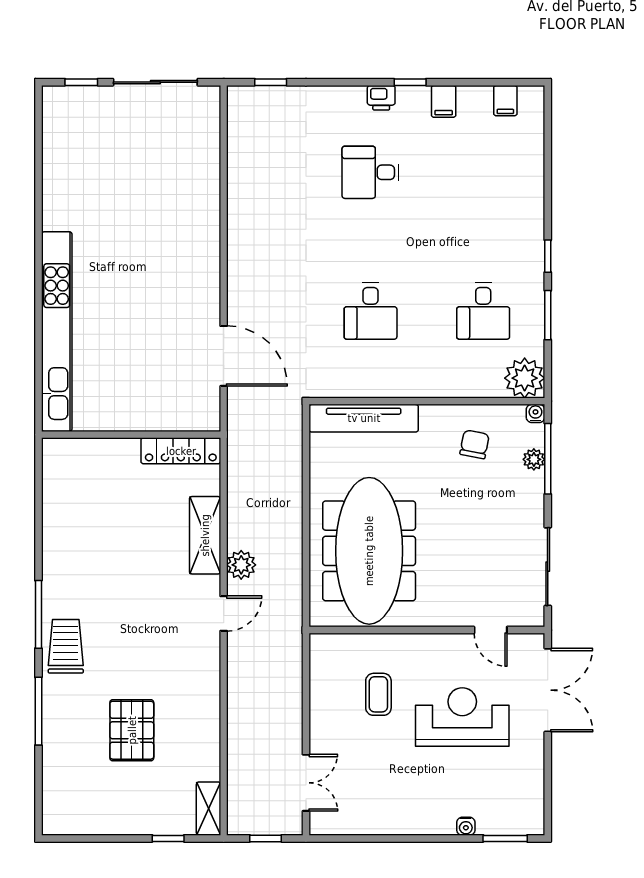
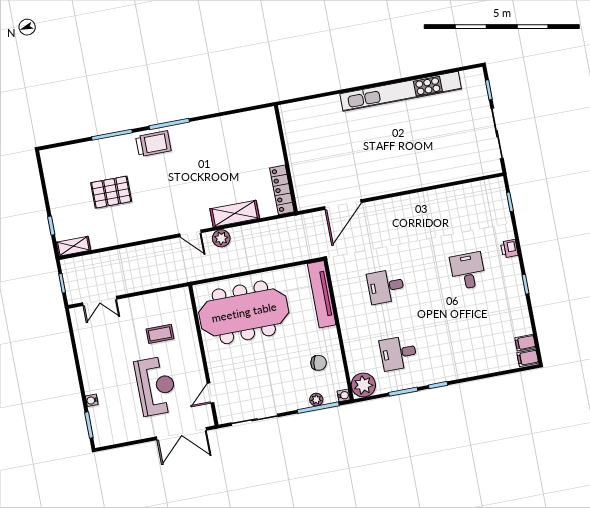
printer: (381, 98) -> (509, 249), moved
filing cabinet: (444, 101) -> (528, 358), moved
kitchen unit: (57, 332) -> (401, 91), moved

